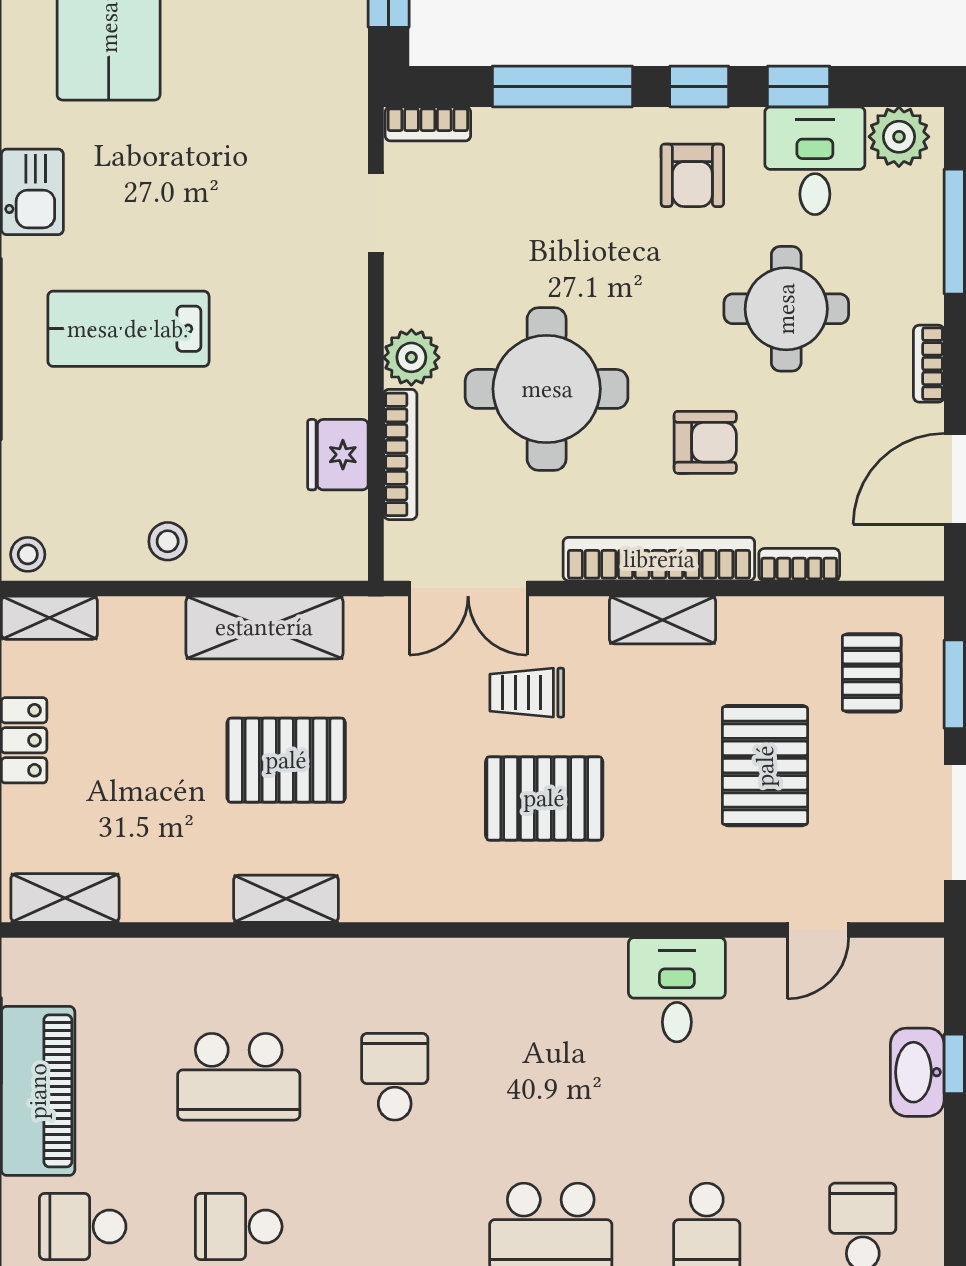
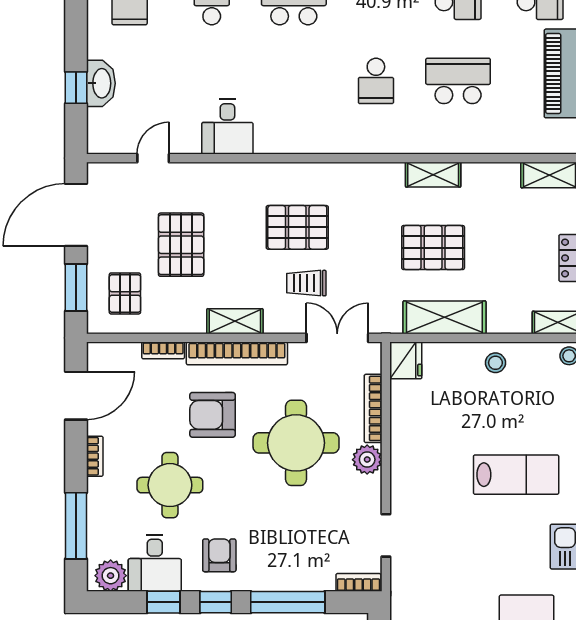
armchair: (705, 442) -> (212, 415), width x1.38, depth x1.38
fridge: (338, 455) -> (406, 360), moved
trolley: (527, 693) -> (306, 283), turned 180

